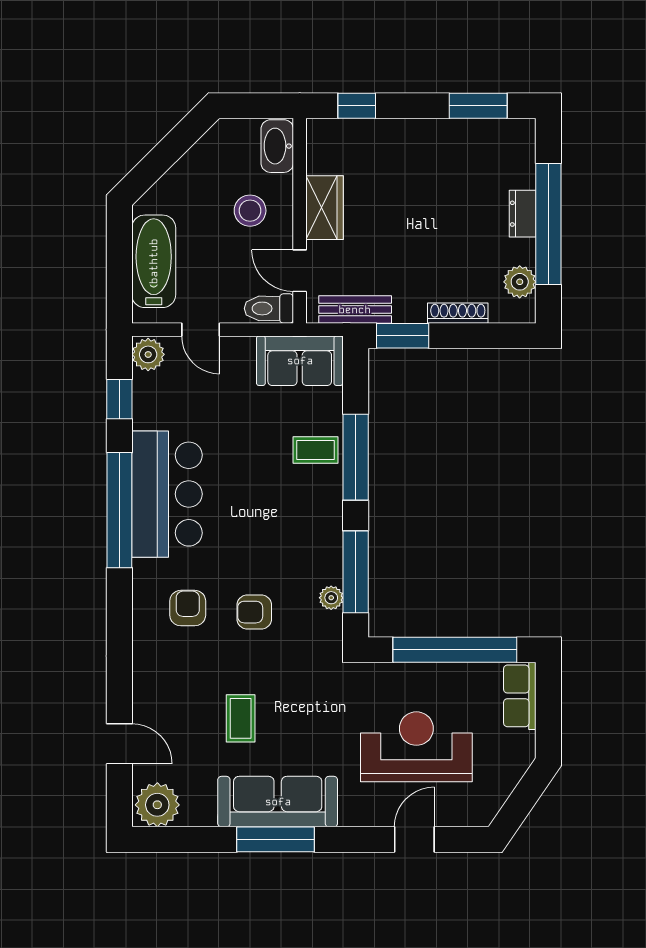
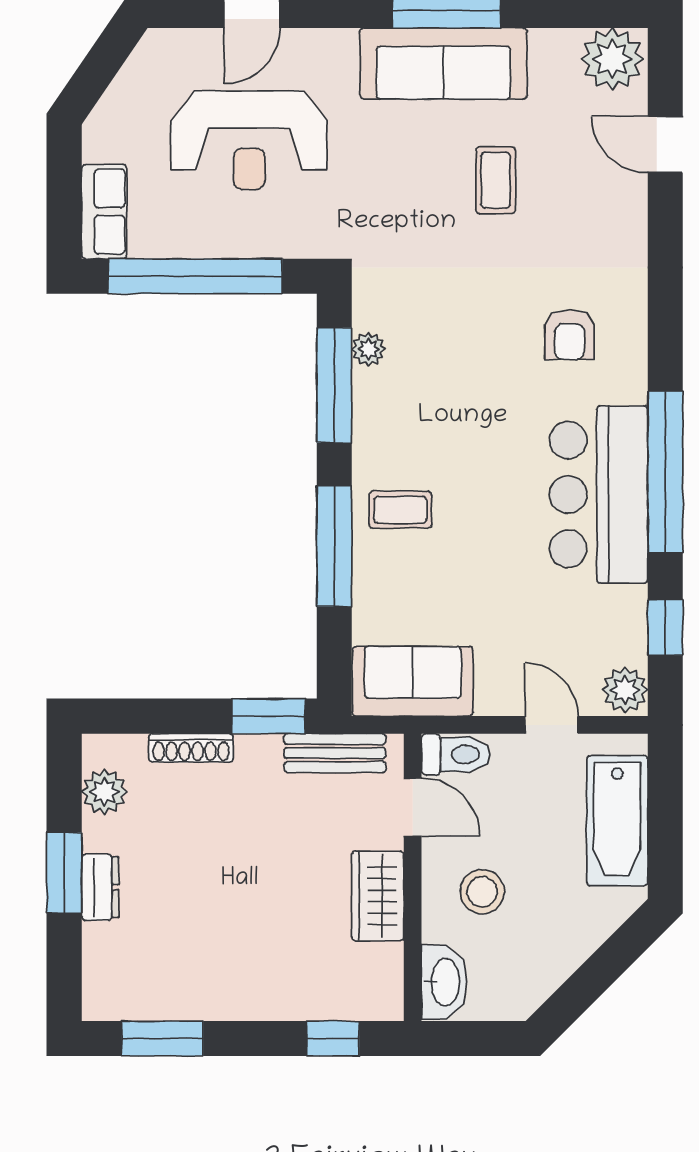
window: (548, 224) -> (64, 873), width x0.47
coffee table: (315, 450) -> (400, 510), moved
armchair: (254, 612) -> (476, 329), removed

